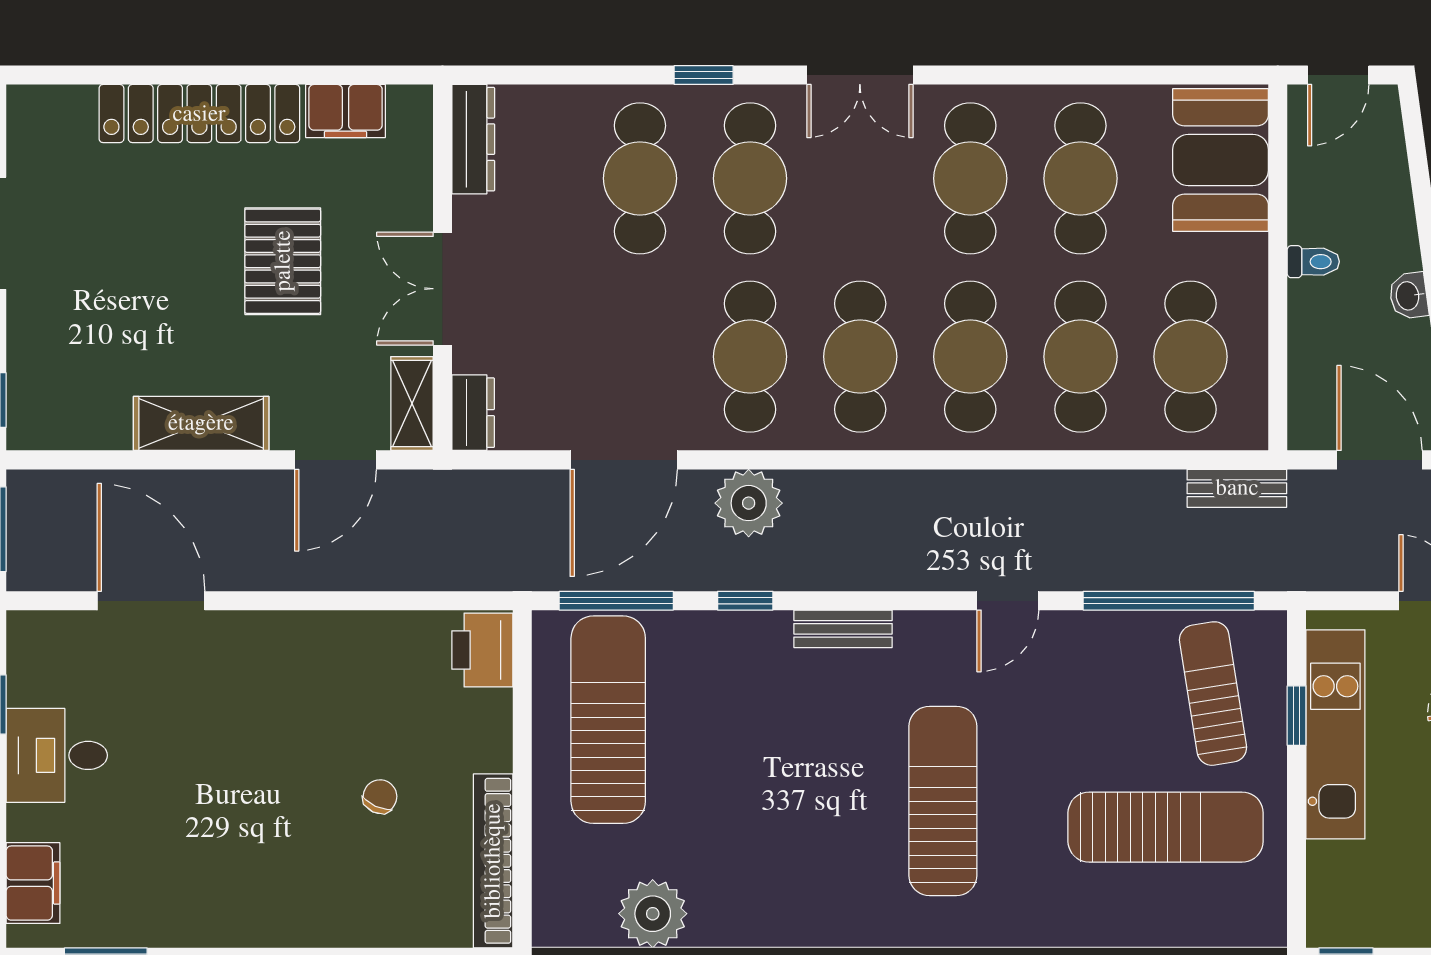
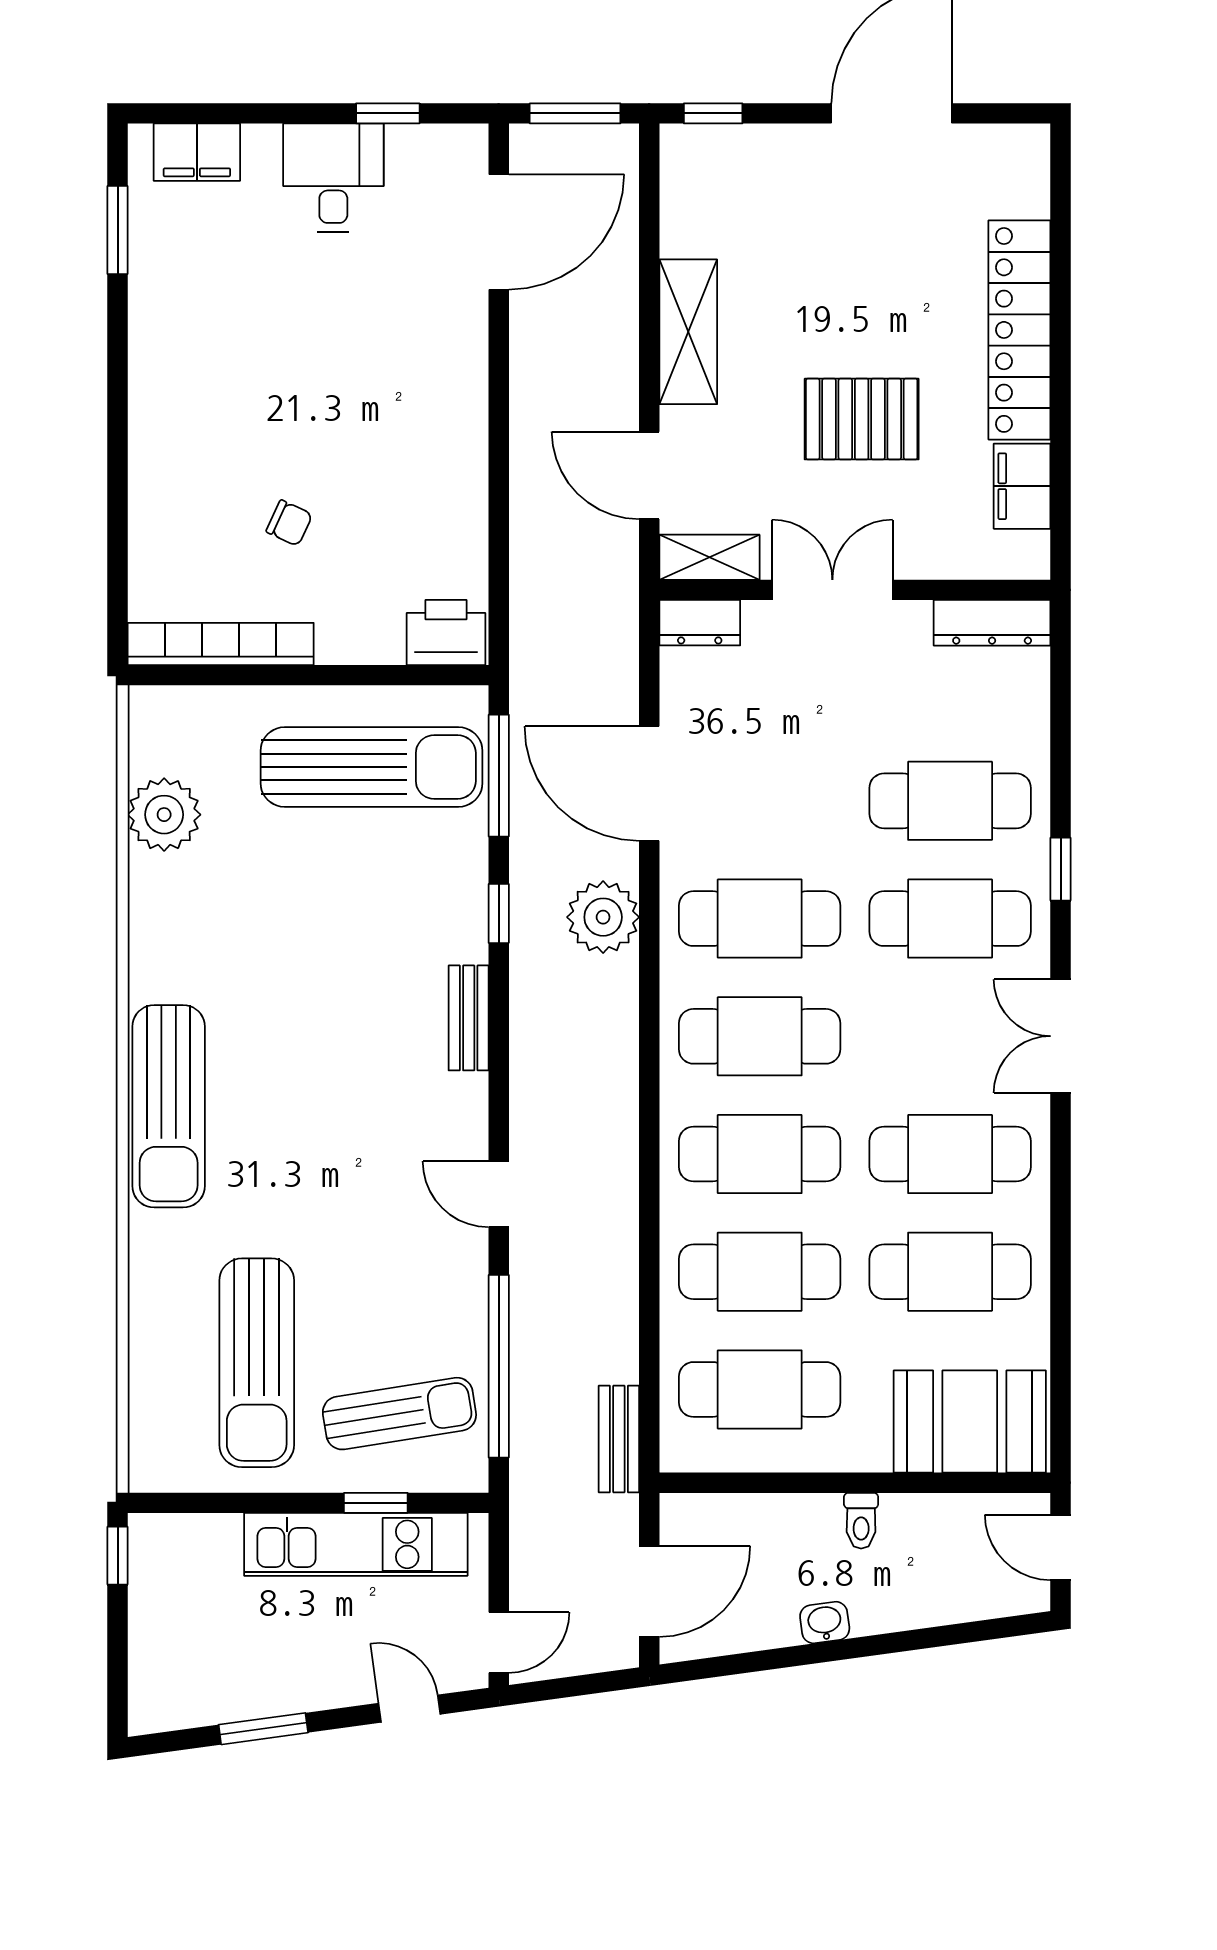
door: (151, 601) -> (499, 232), moved
sun lounger: (943, 801) -> (169, 1106), moved, turned 90

